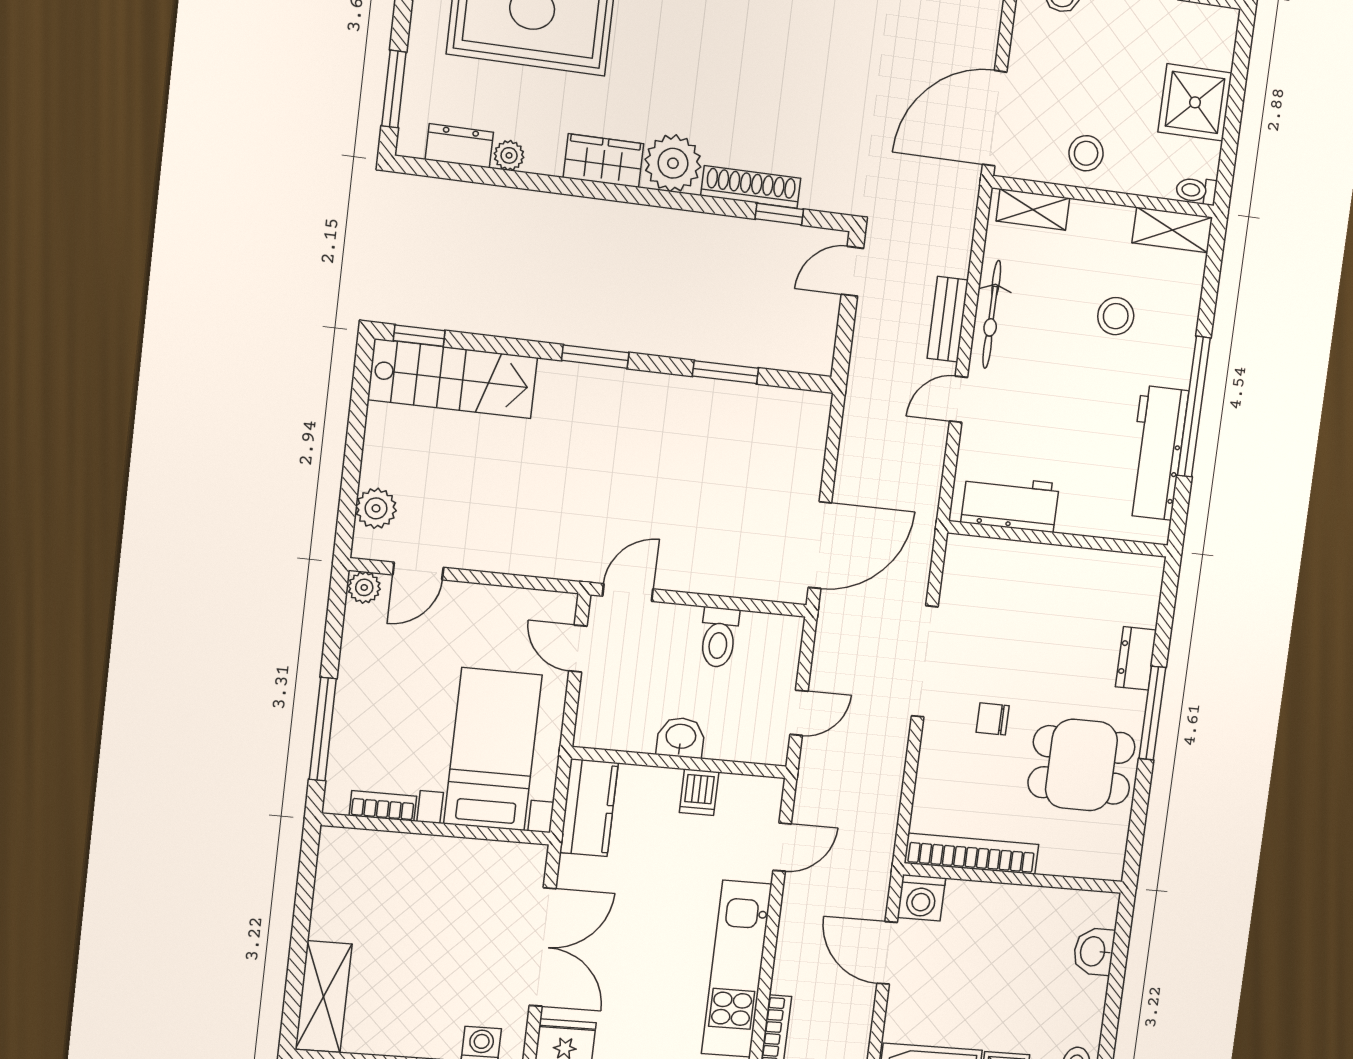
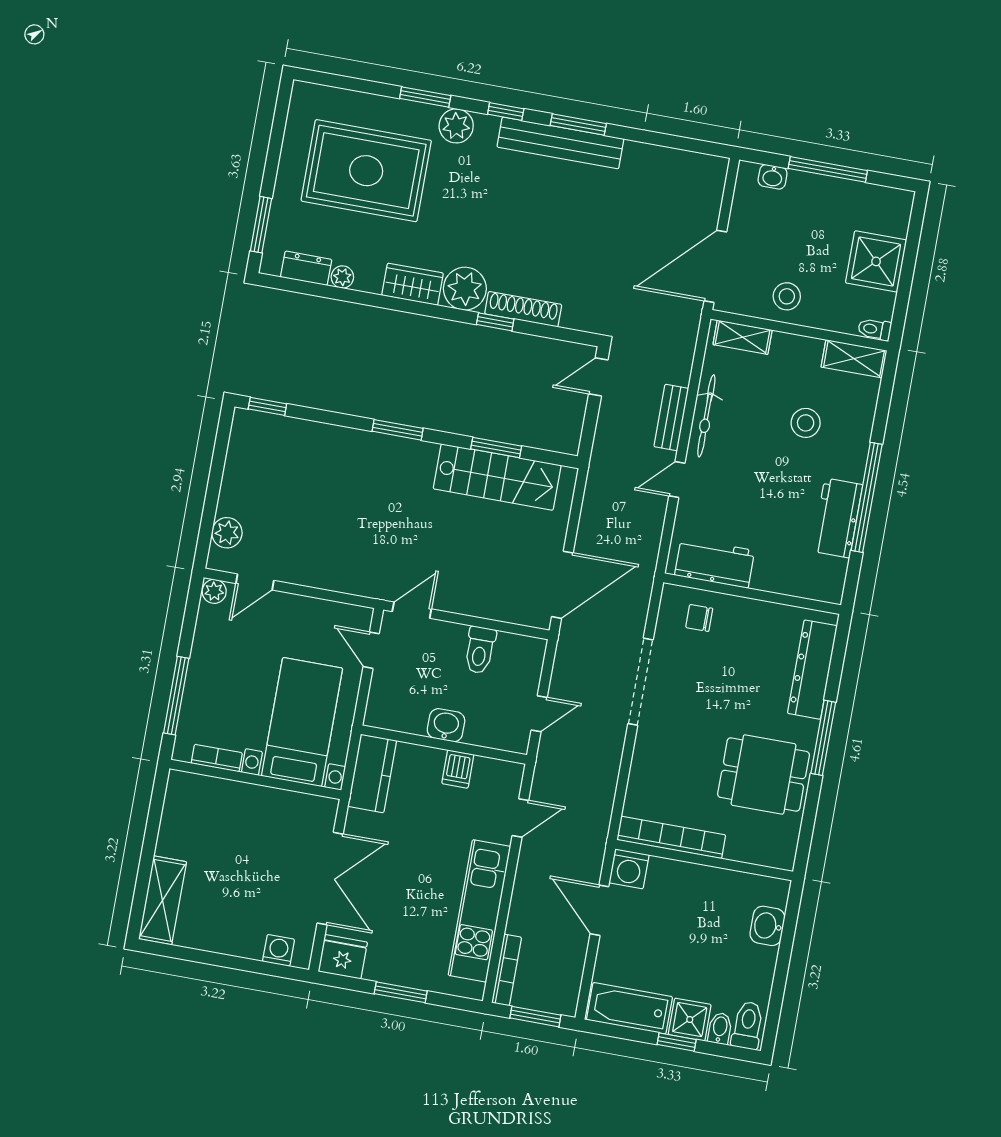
window: (779, 214) -> (495, 322), moved
stairs: (453, 379) -> (497, 477), moved
workbench: (1157, 453) -> (837, 518), width x0.73
dresser: (1136, 658) -> (812, 670), width x1.96, depth x1.24
chair: (993, 719) -> (699, 618), moved

